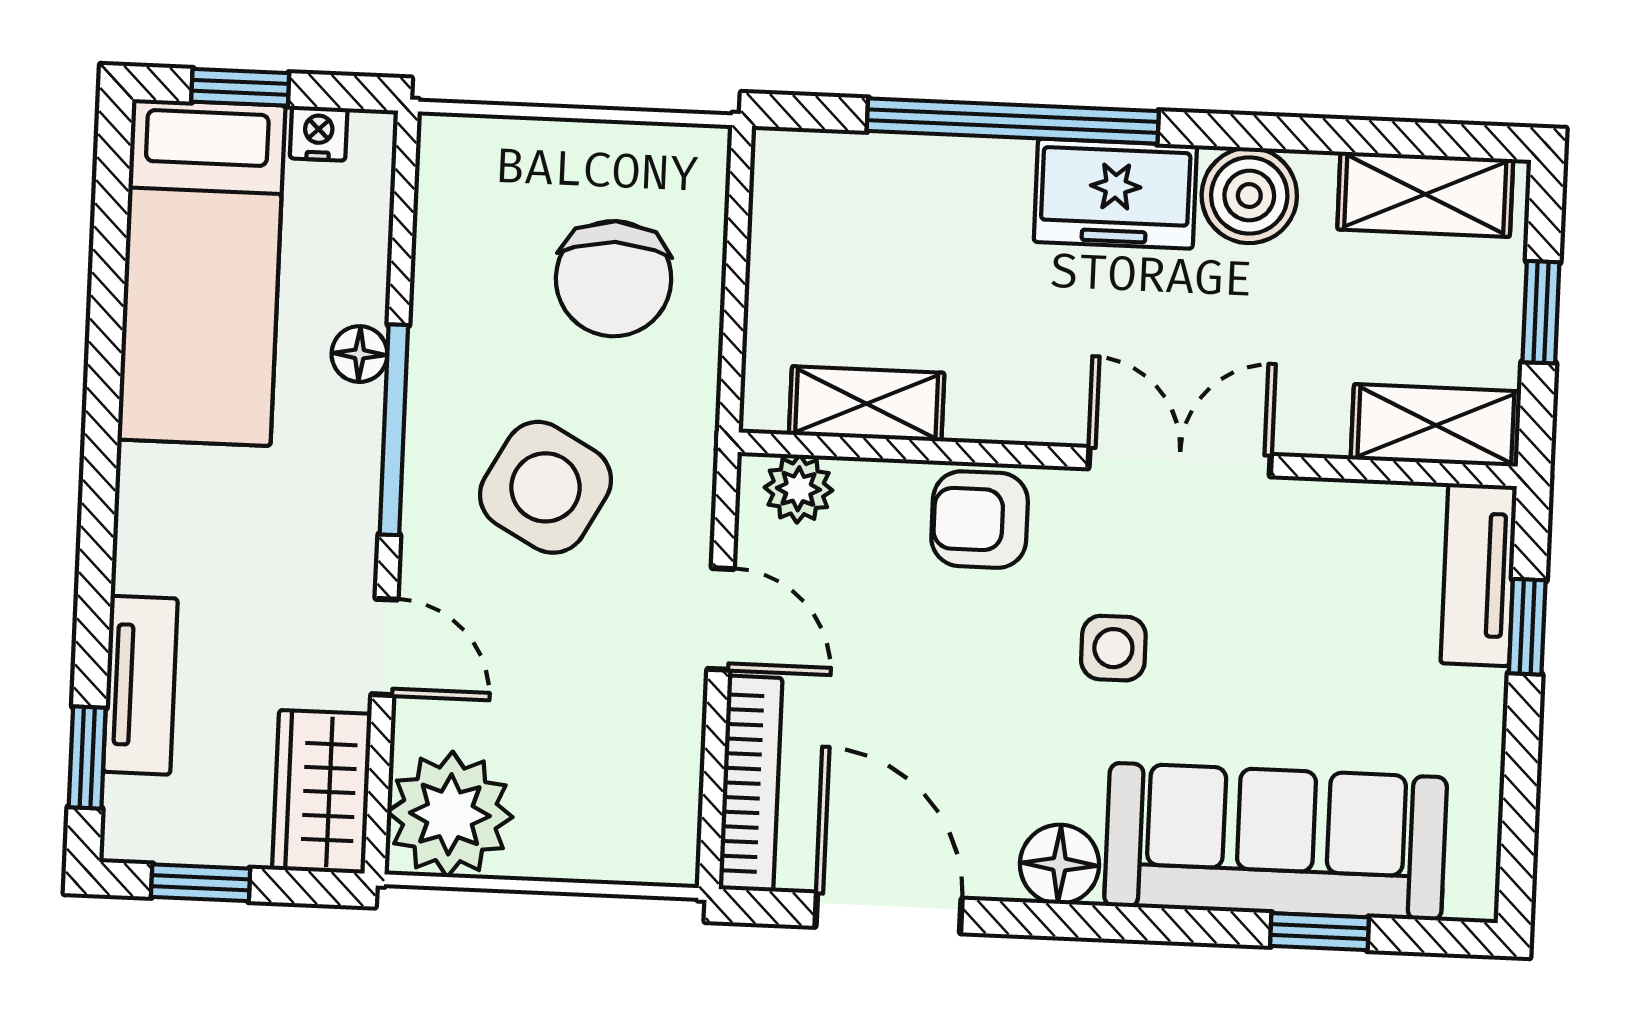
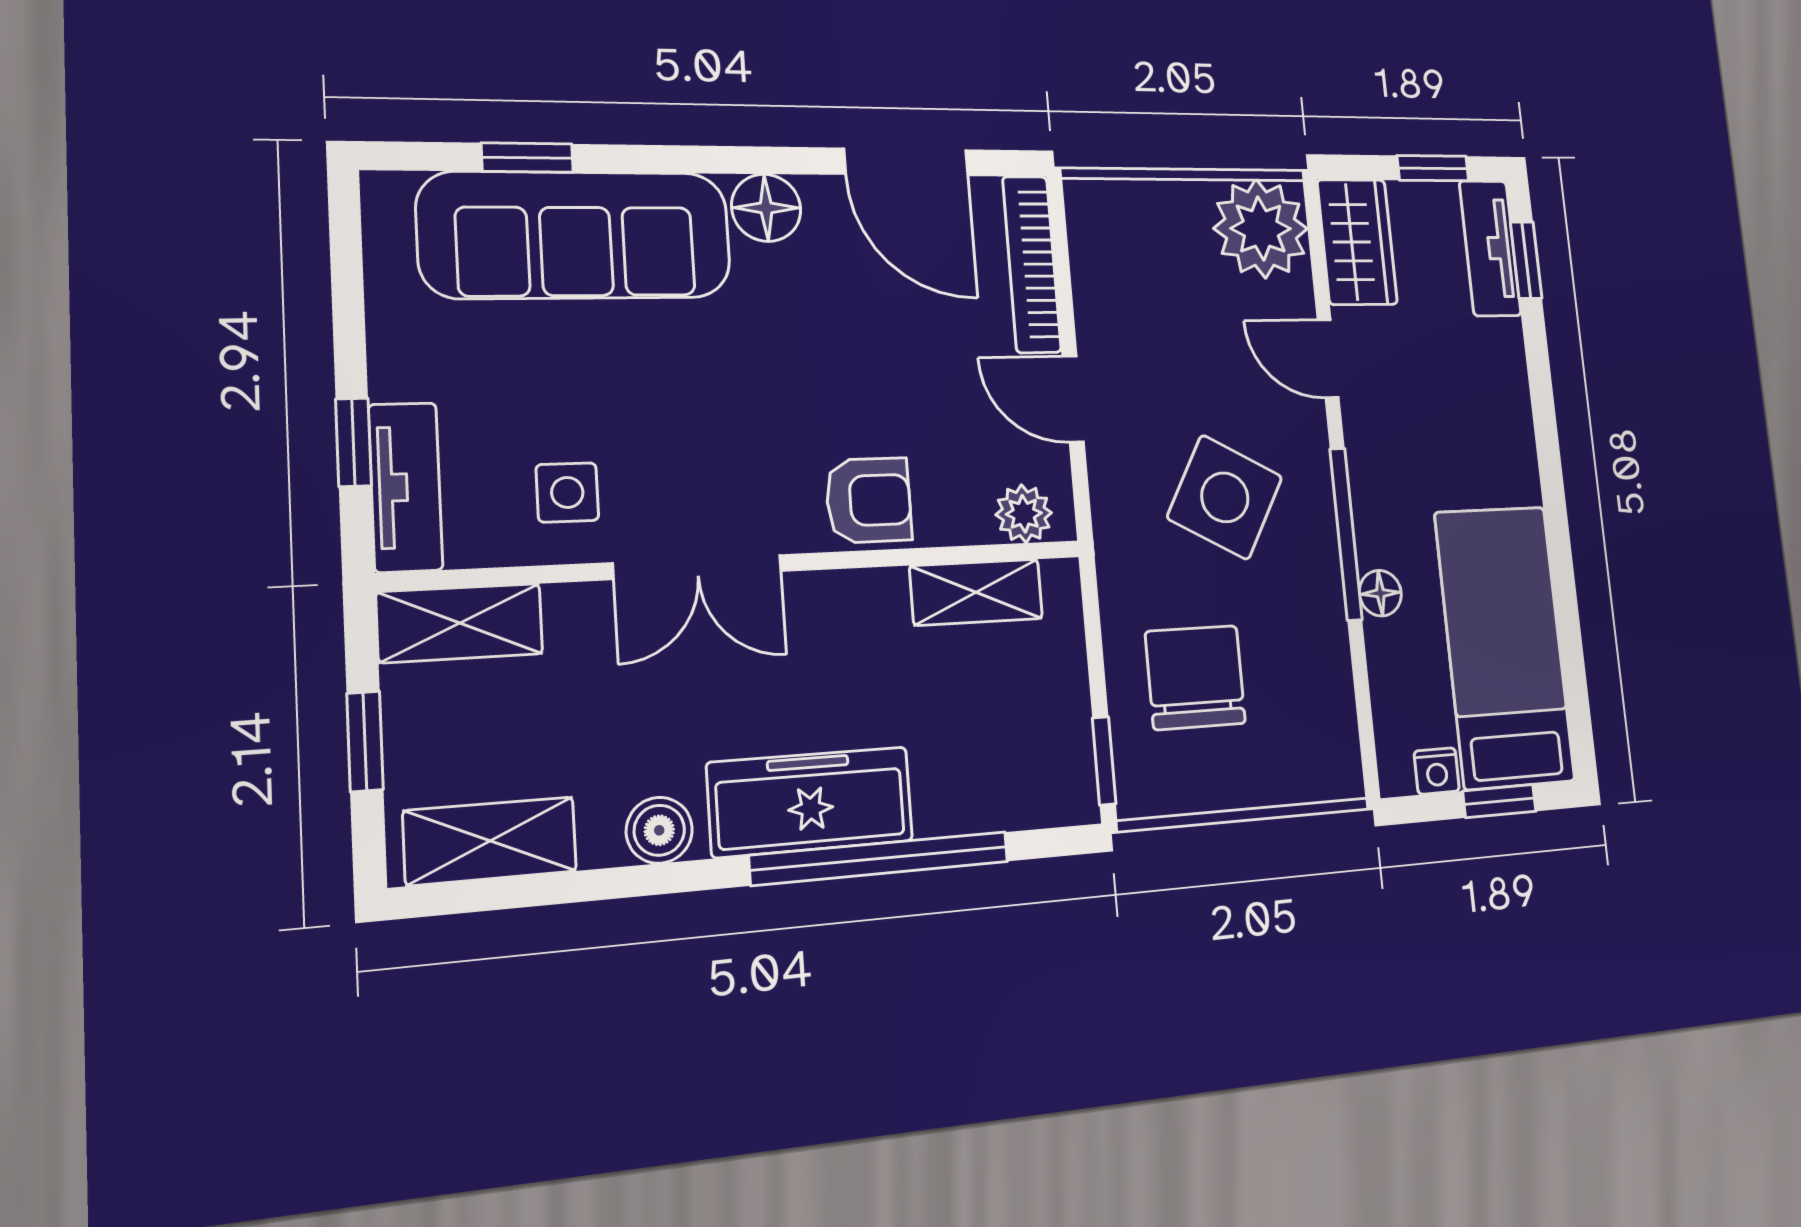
freezer: (1115, 194) -> (810, 802), width x1.40
boiler: (1249, 195) -> (659, 830), width x0.73, depth x0.73
window: (739, 196) -> (1104, 761), added
side table: (1113, 648) -> (567, 492), moved
tv unit: (140, 685) -> (1490, 248), moved

